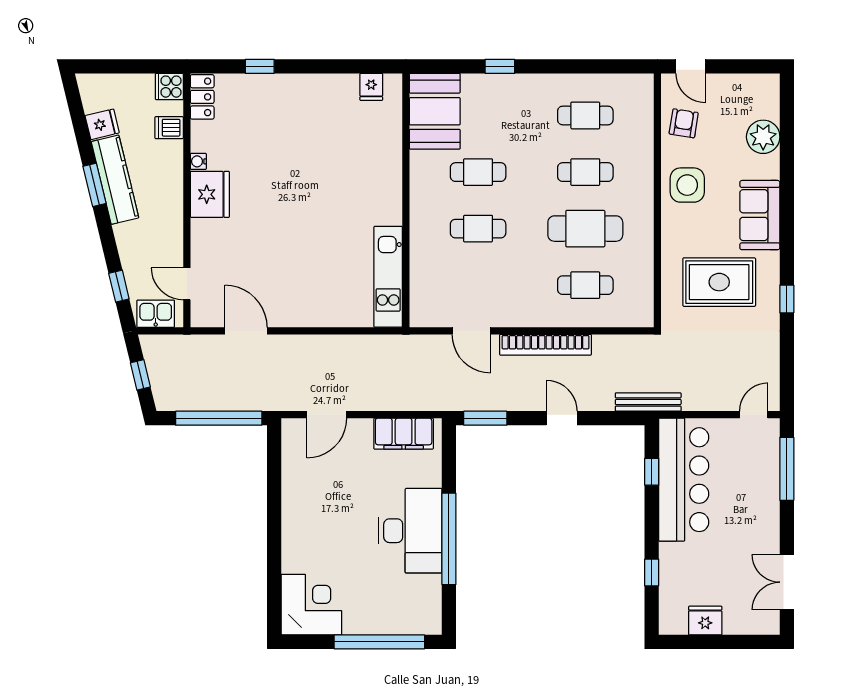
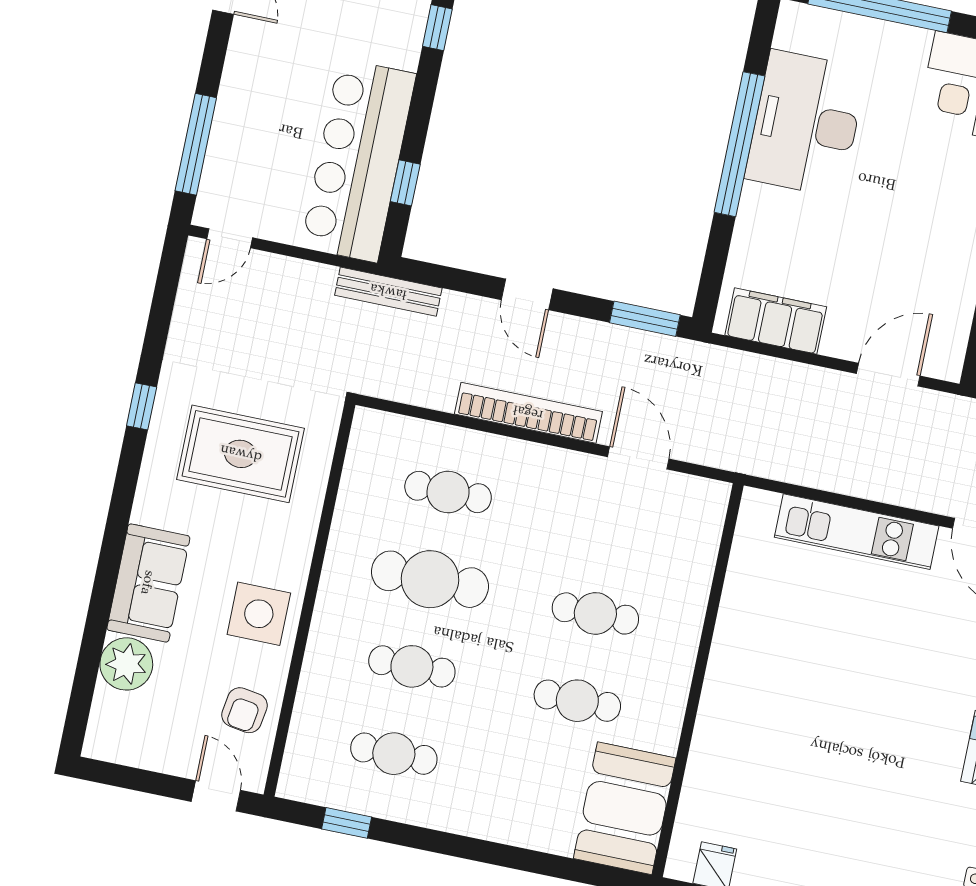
window: (500, 66) -> (347, 823), moved
sofa: (760, 215) -> (148, 583), moved
kitchen unit: (388, 277) -> (857, 532), moved, turned 90
desk: (410, 531) -> (806, 123), moved

